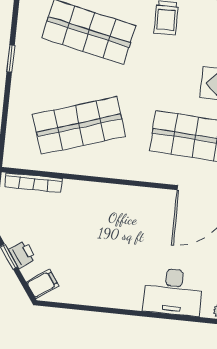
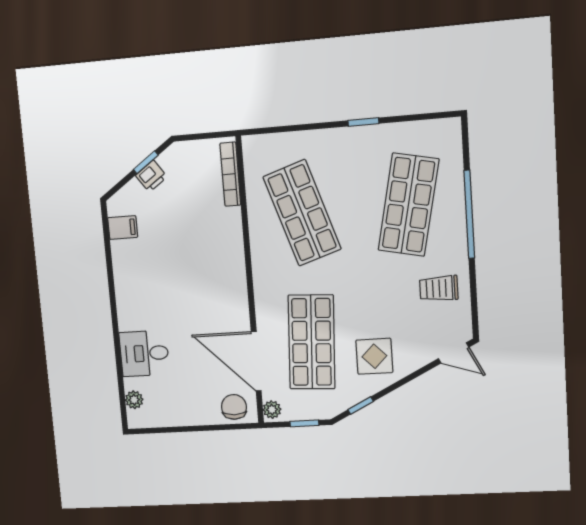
filing cabinet: (43, 284) -> (123, 227), moved, turned -55
desk: (173, 292) -> (144, 353), width x0.73

